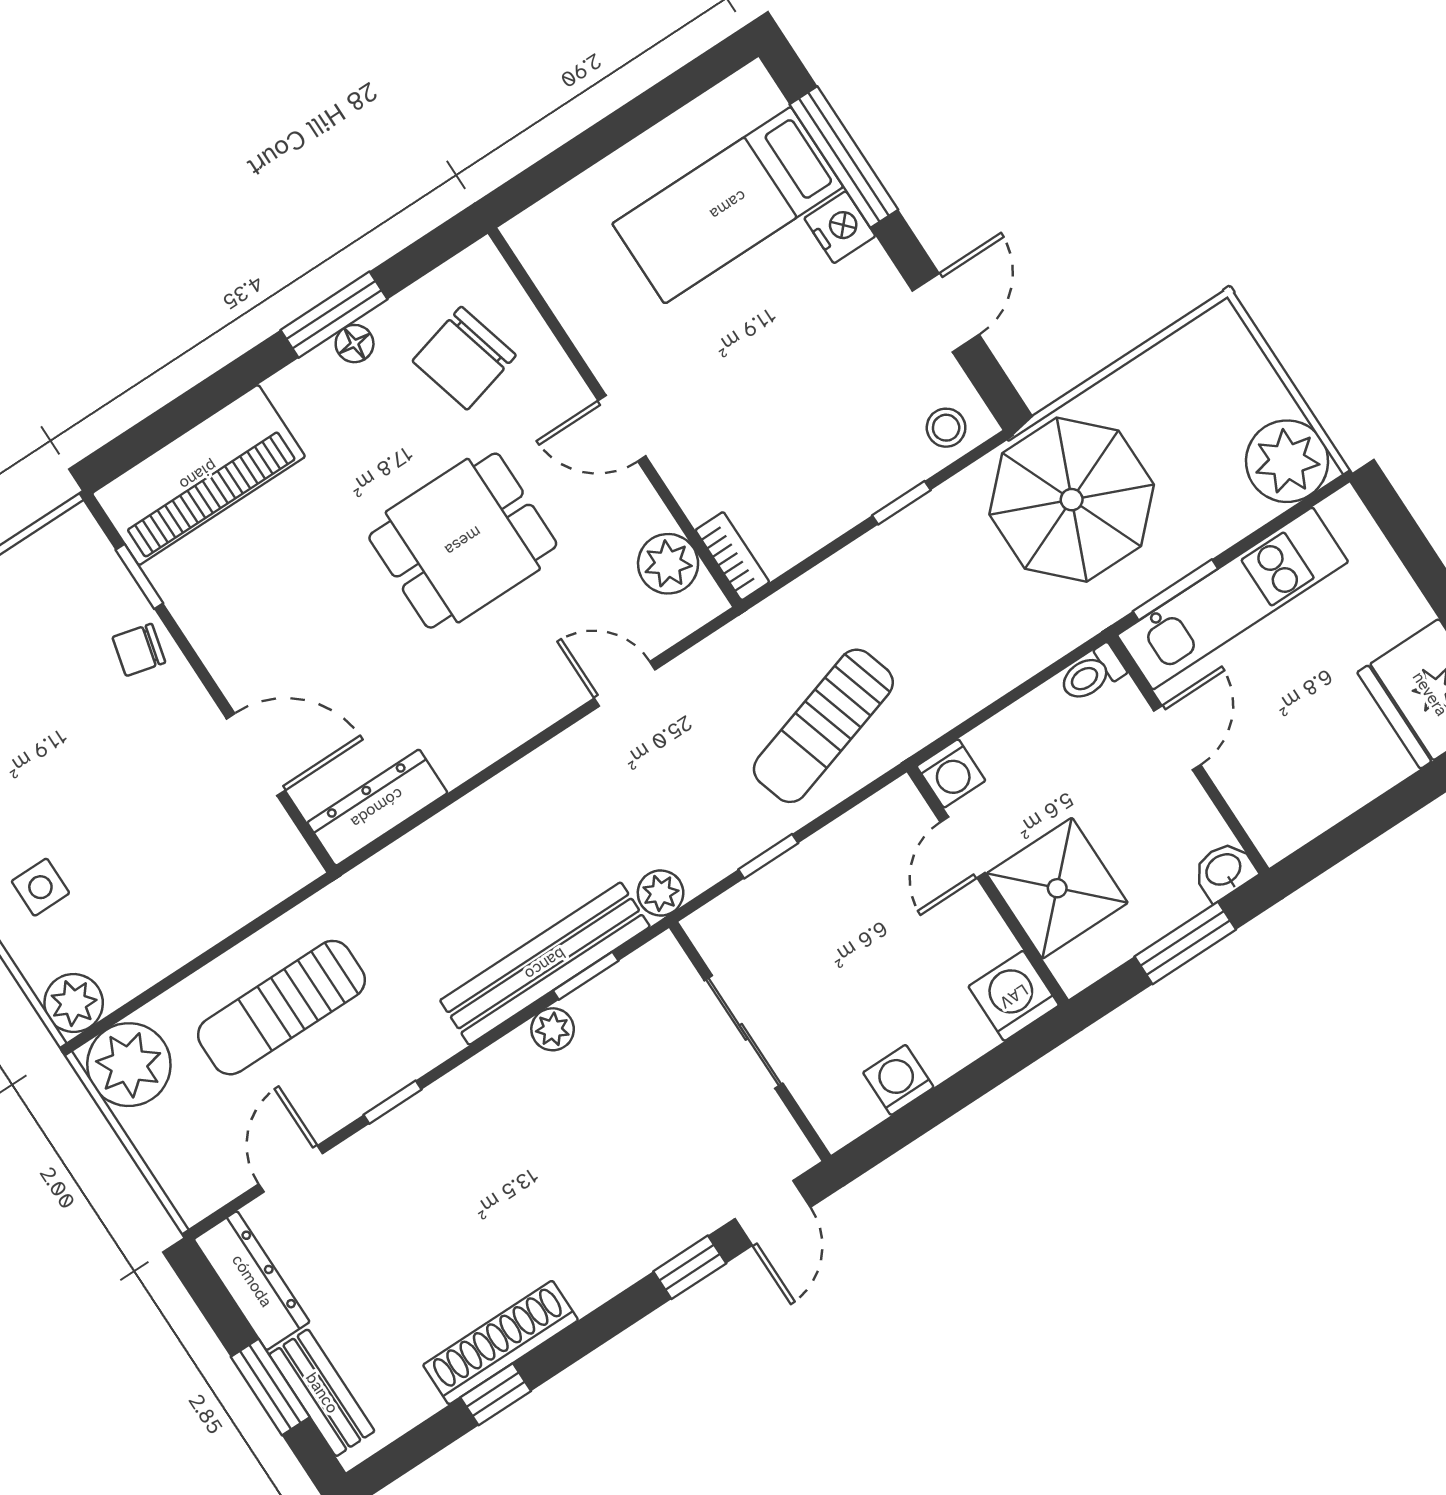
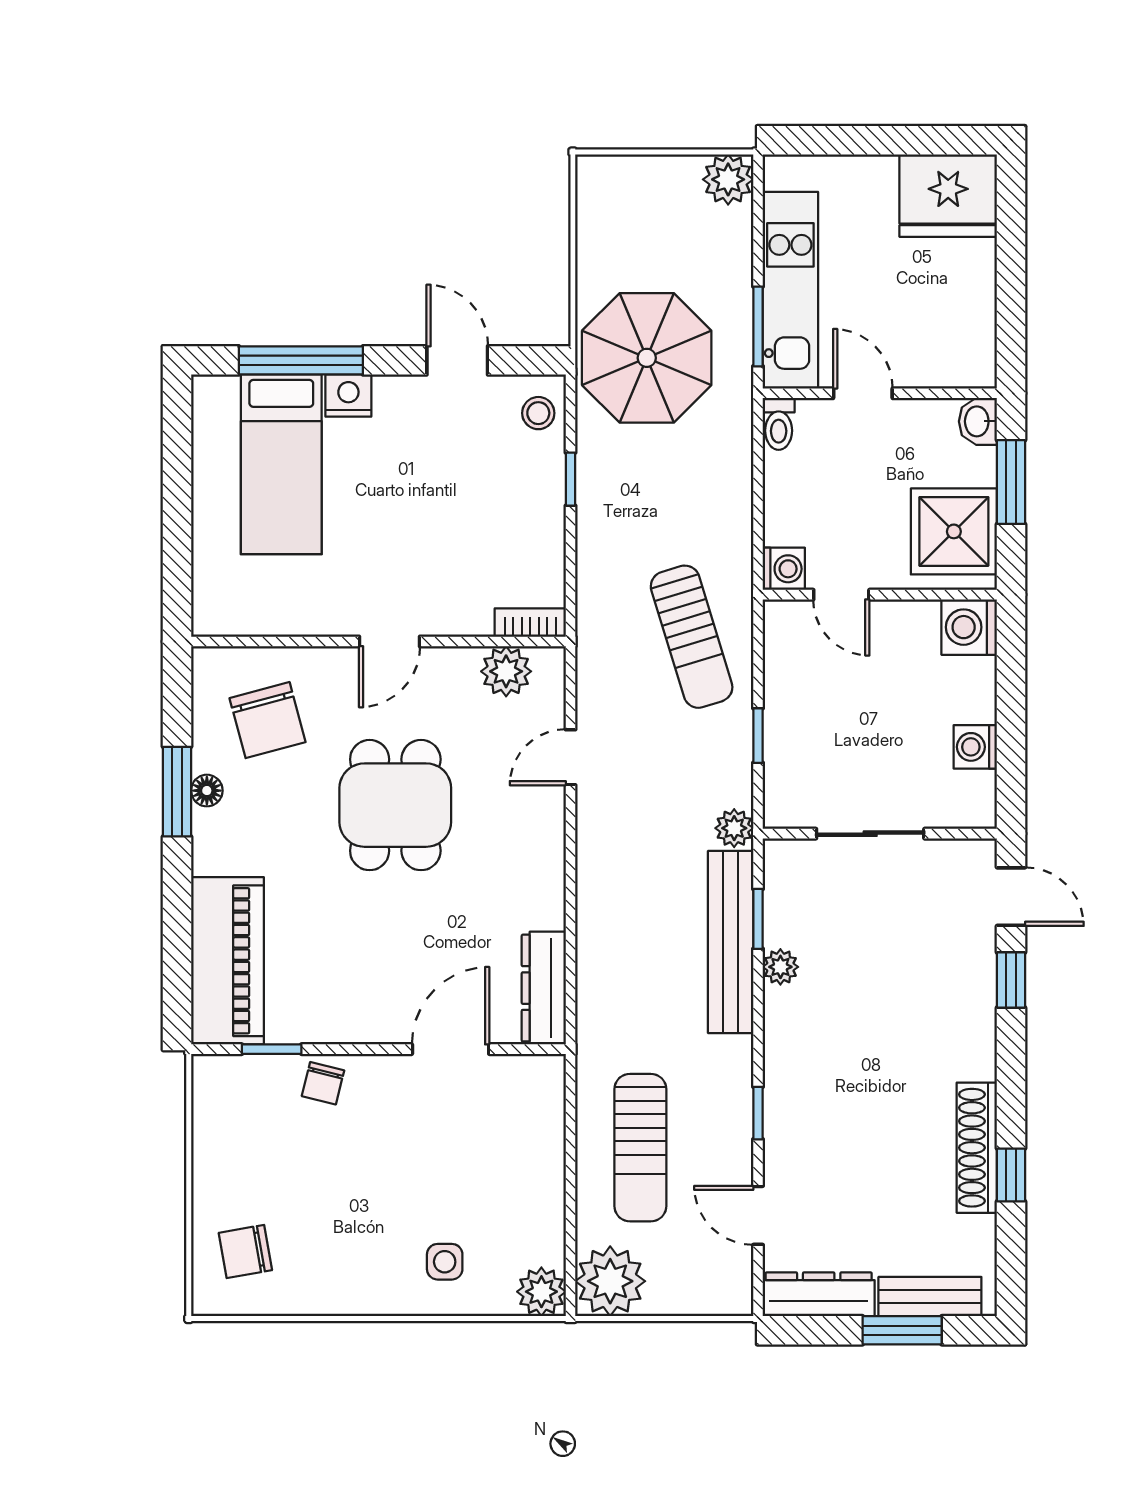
plant: (1287, 461) -> (728, 179), width x0.73, depth x0.73
shower: (1057, 888) -> (954, 531), moved

